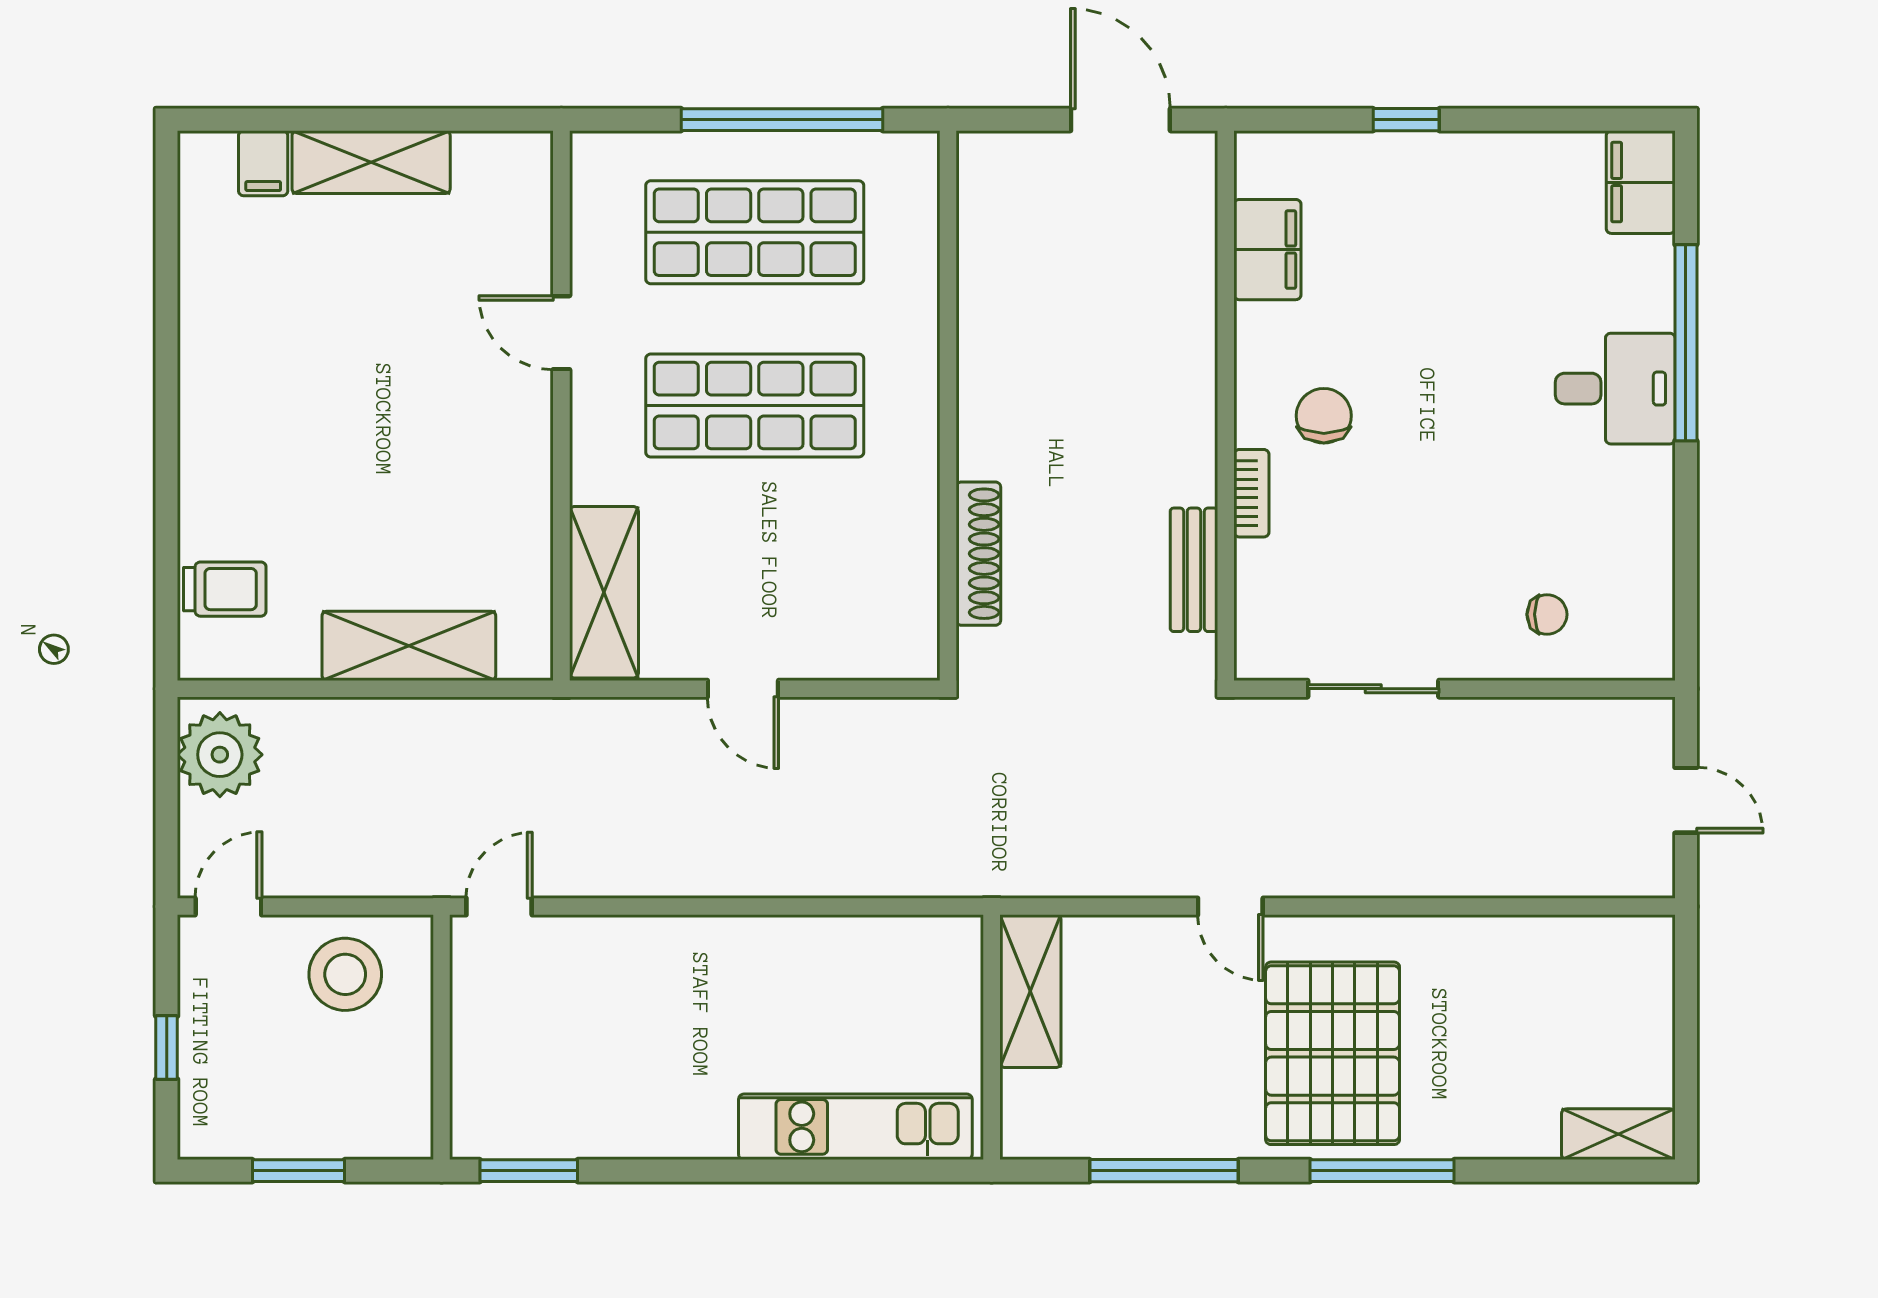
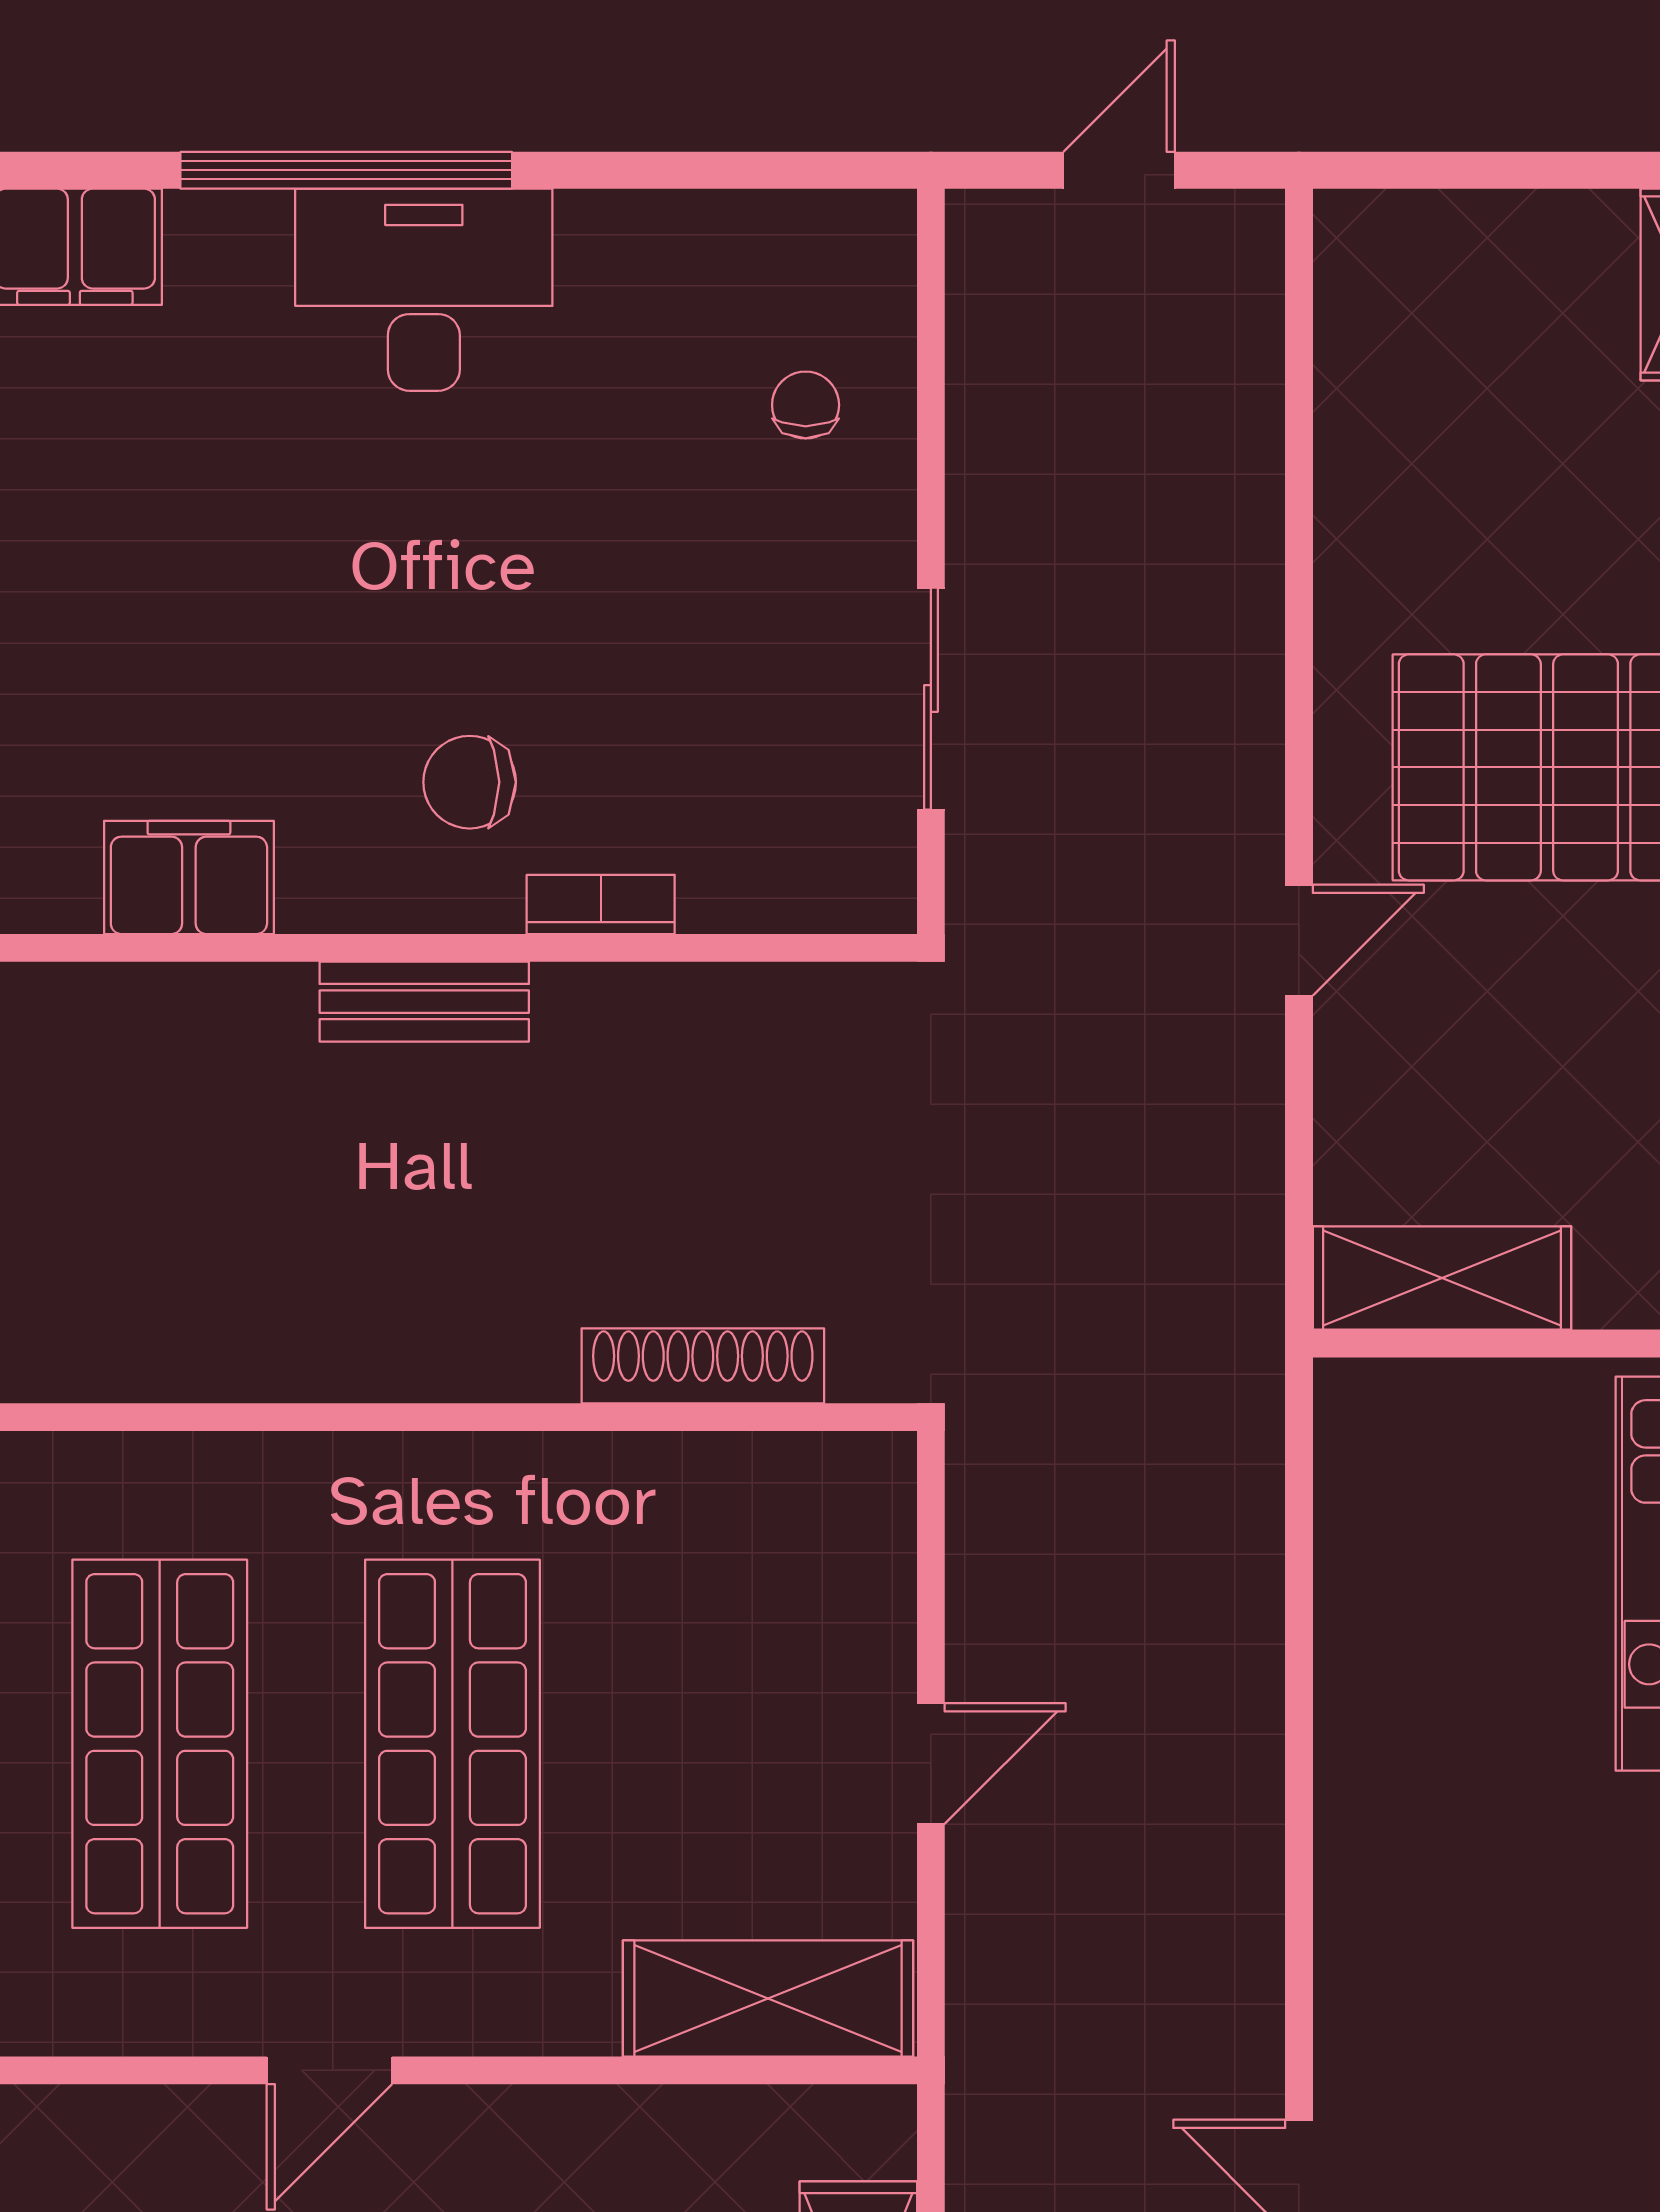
desk: (1615, 389) -> (424, 290), width x1.37
bench: (1194, 570) -> (424, 1002), moved

